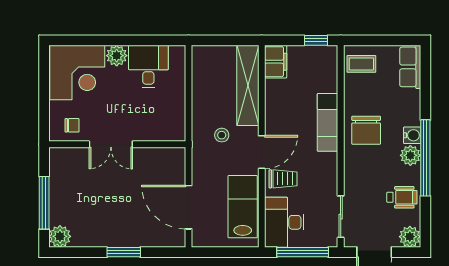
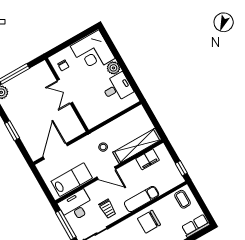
filing cabinet: (276, 62) -> (147, 159), moved
trolley: (283, 179) -> (108, 209), moved

